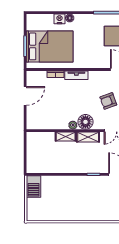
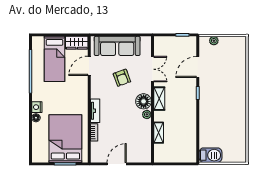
nightstand: (59, 19) -> (37, 107), moved
door: (25, 96) -> (117, 164), hinge flipped
shelving: (66, 137) -> (159, 133), moved

